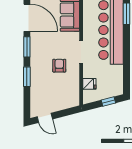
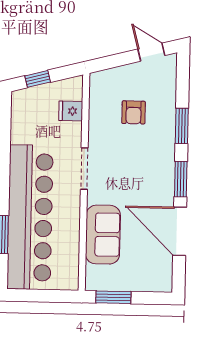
armchair: (59, 66) -> (134, 112), moved

